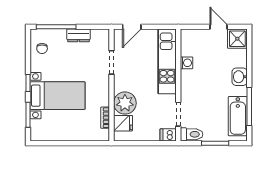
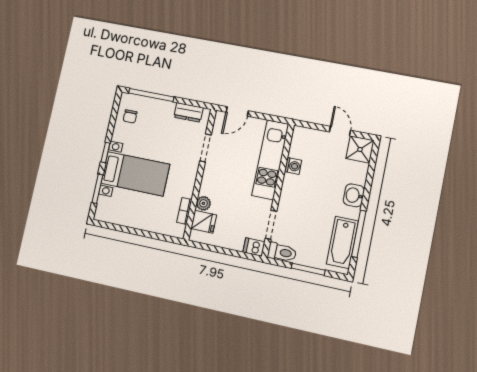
dresser: (78, 35) -> (188, 112), moved
plant: (125, 103) -> (203, 203), width x0.53, depth x0.53

